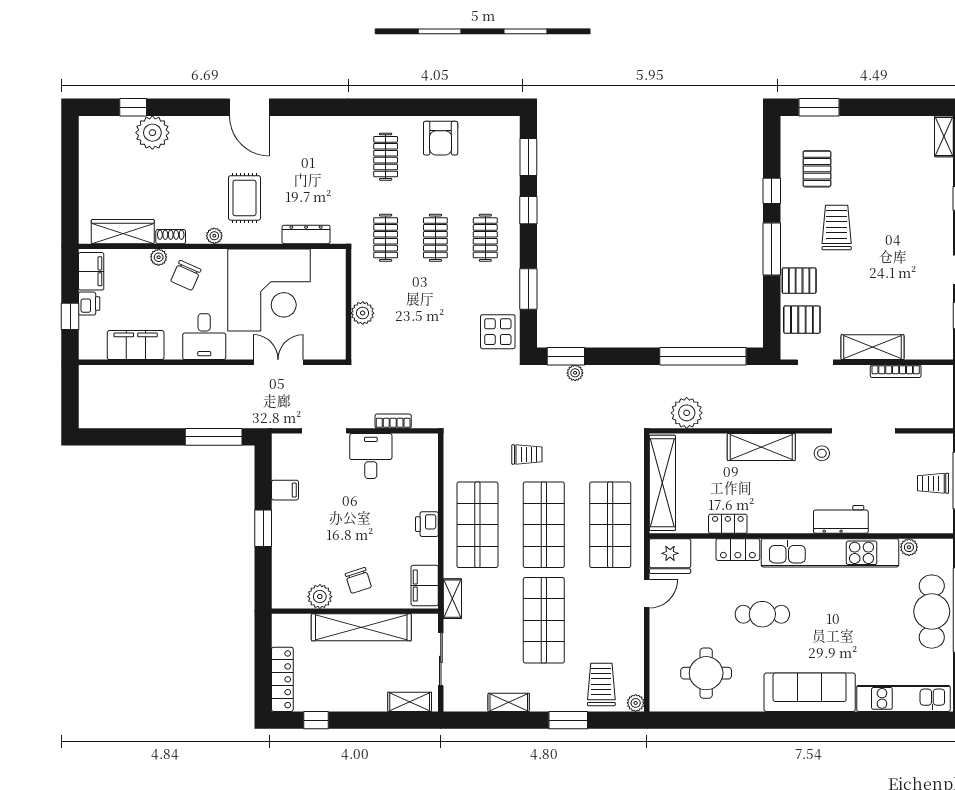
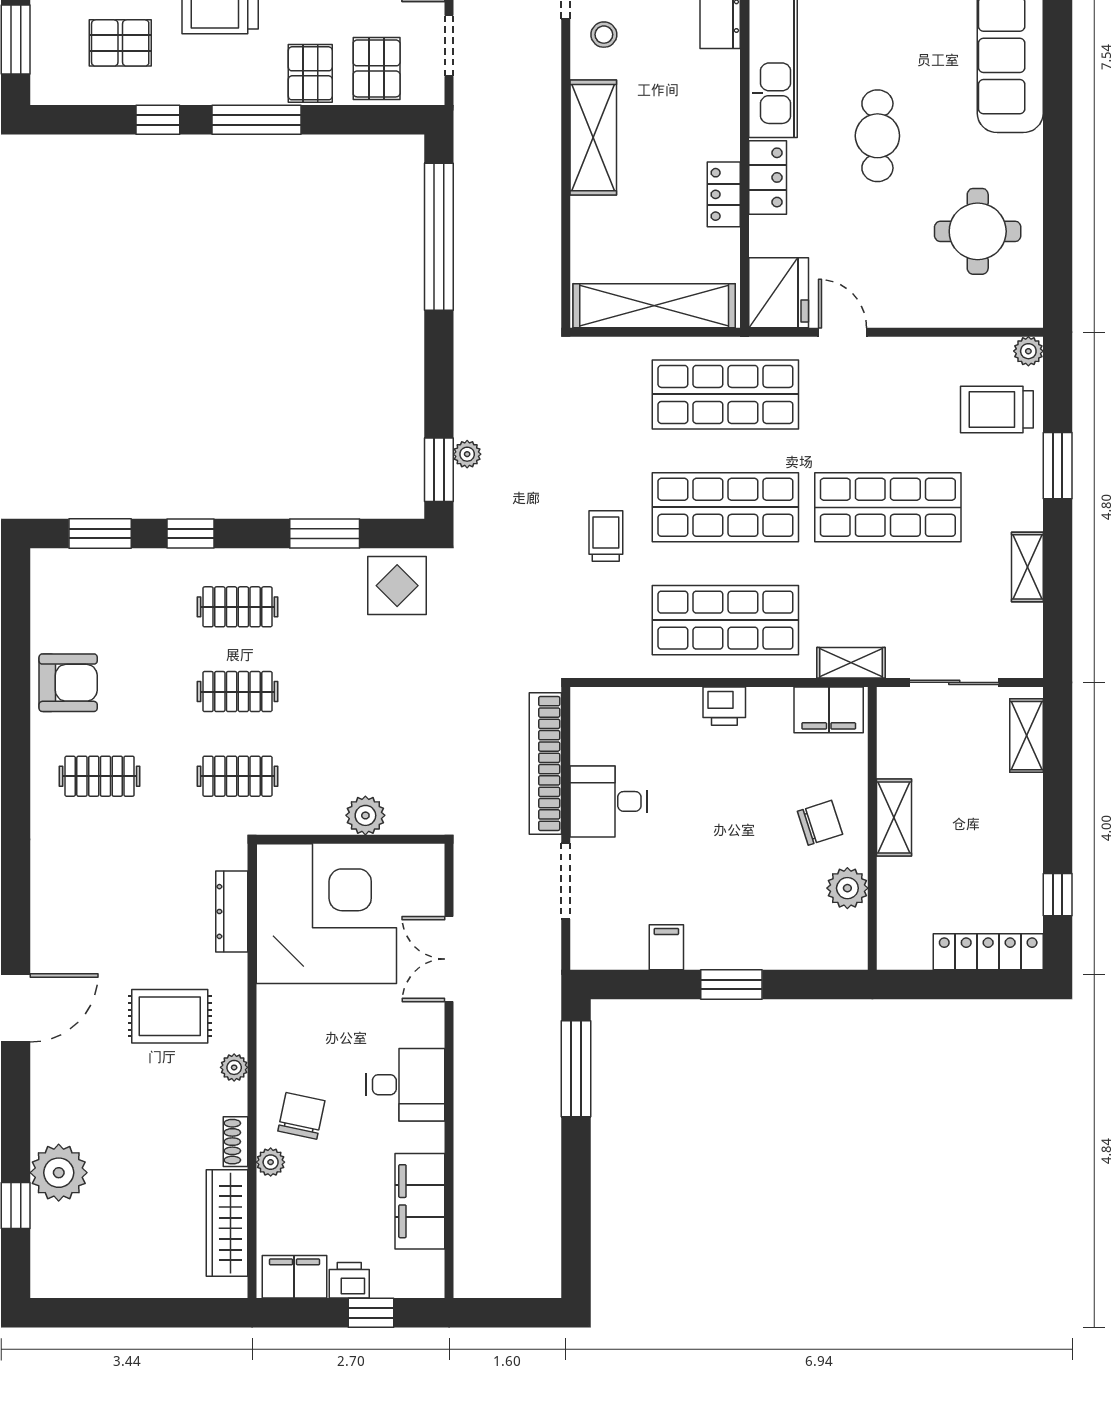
chair: (186, 275) -> (301, 1116), turned -102
corner desk: (269, 290) -> (326, 914), moved
plant: (687, 413) -> (535, 264), removed
bookcase: (393, 421) -> (545, 763), width x2.31, depth x1.31
shelving: (361, 627) -> (894, 818), width x0.45, depth x0.75

